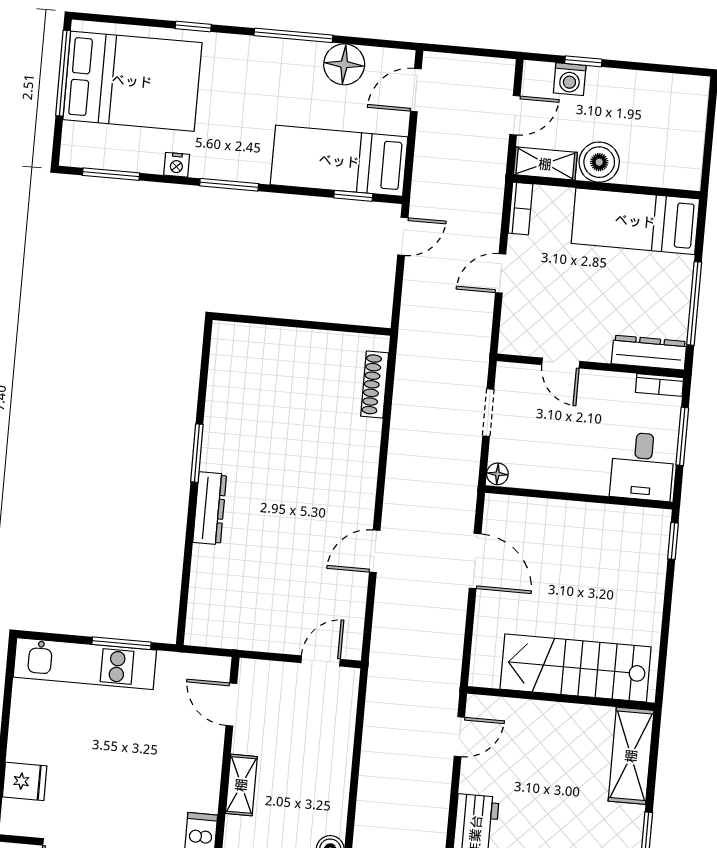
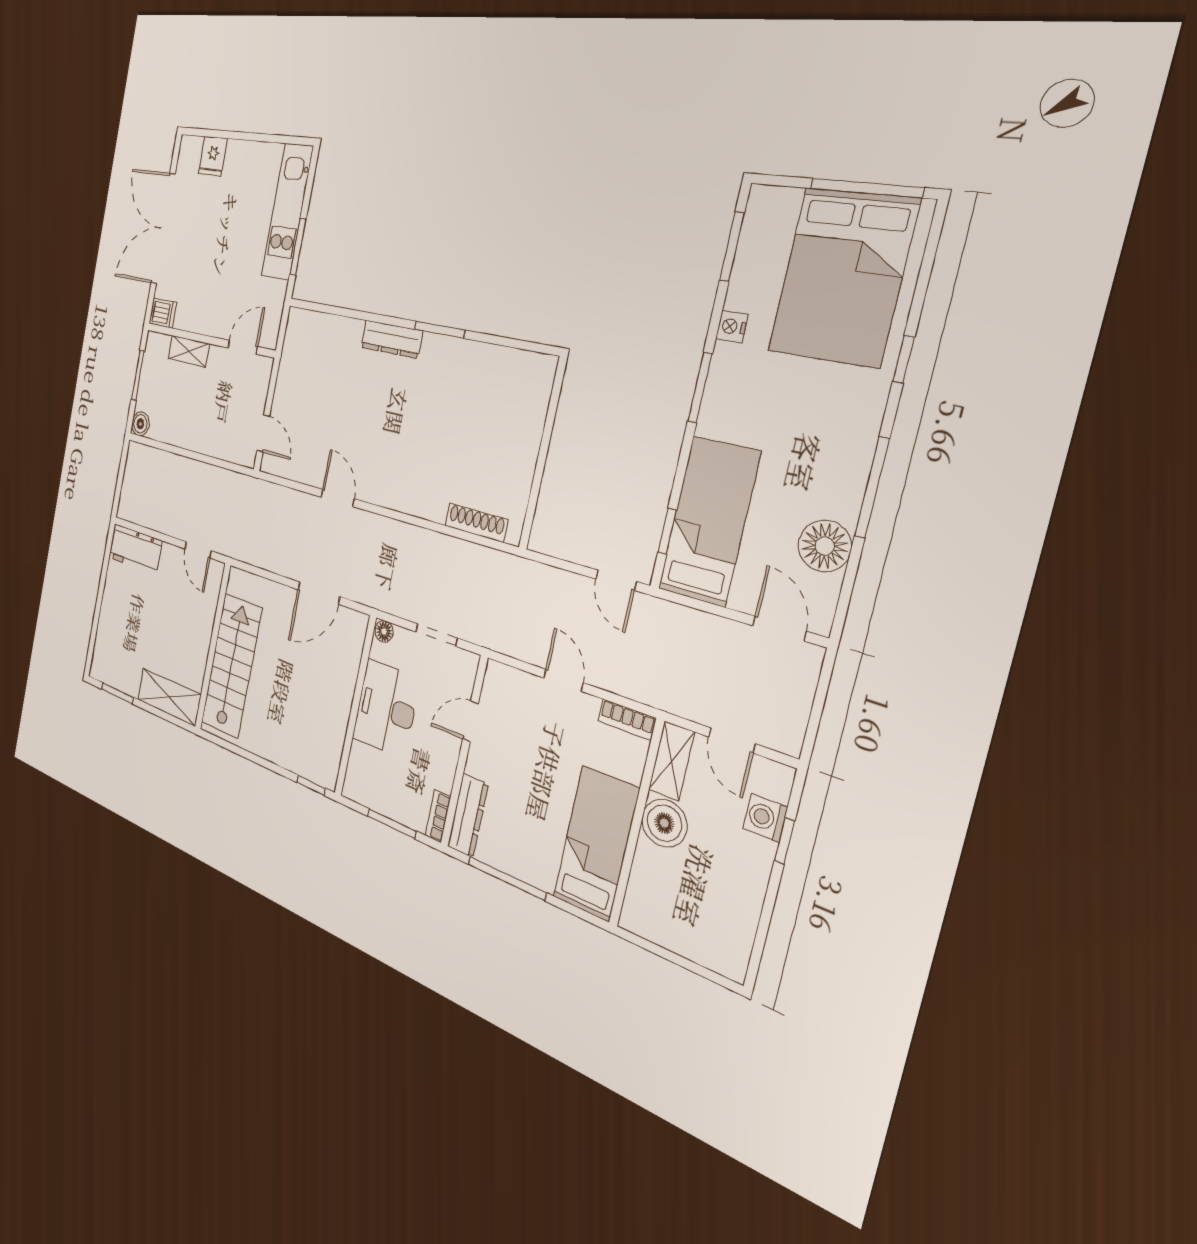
desk: (642, 466) -> (386, 708), moved, width x1.37

